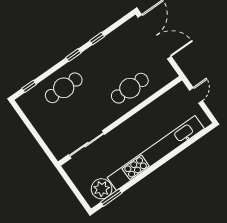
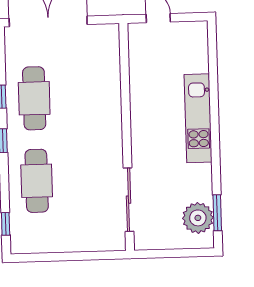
cafe table: (130, 88) -> (34, 98), moved
kitchen unit: (156, 153) -> (198, 118), width x0.54

